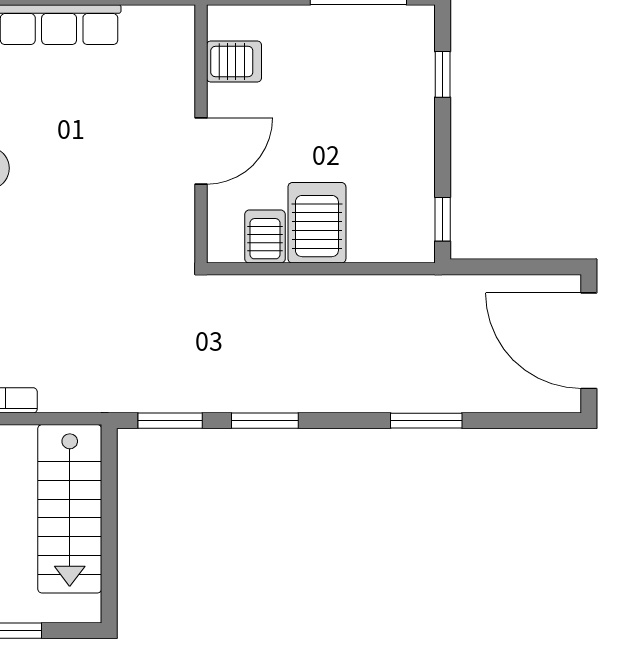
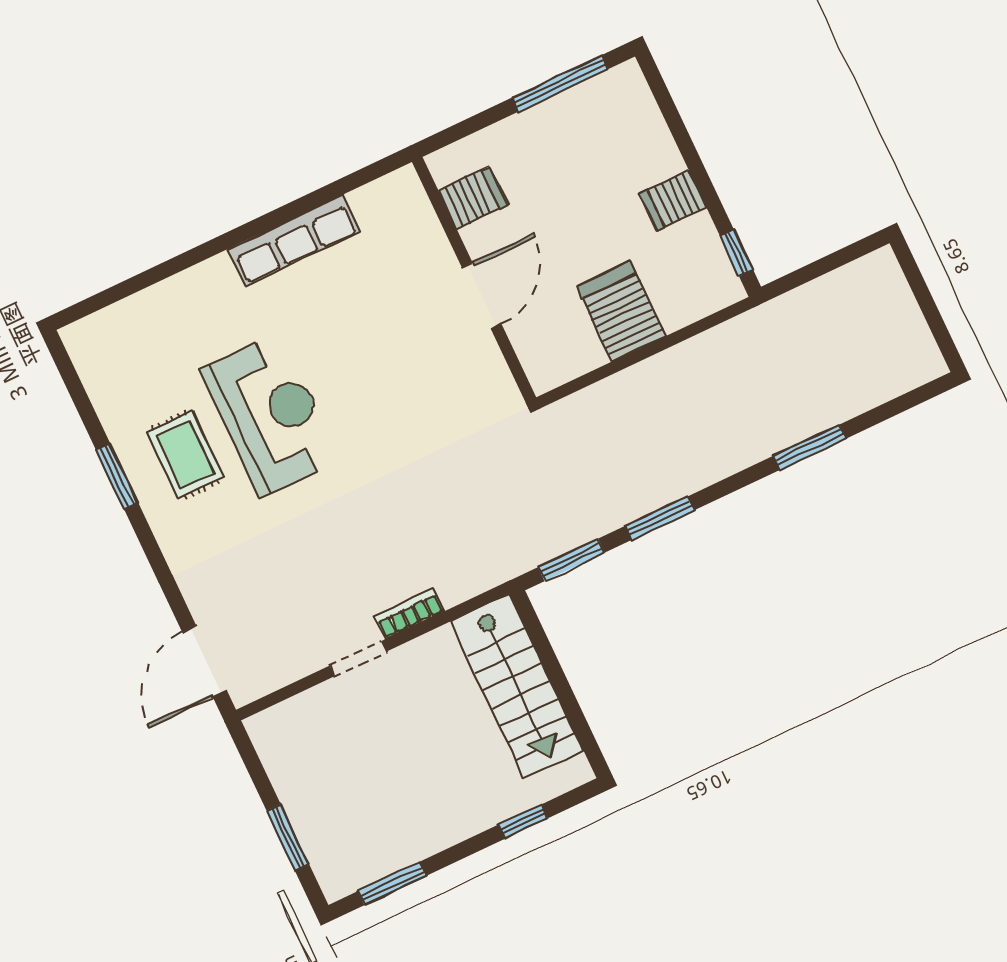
window: (443, 74) -> (673, 118), removed
server rack: (265, 237) -> (673, 200), moved, turned -90
door: (589, 341) -> (926, 302), removed

